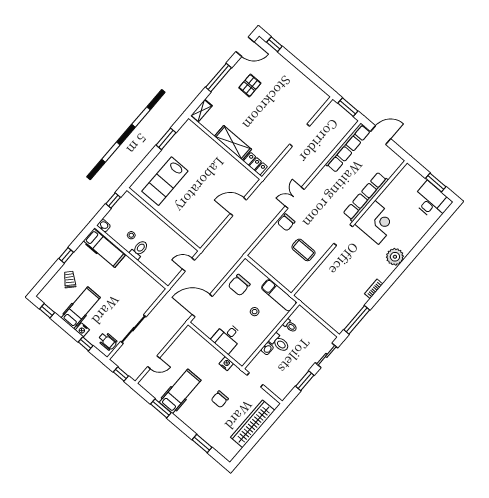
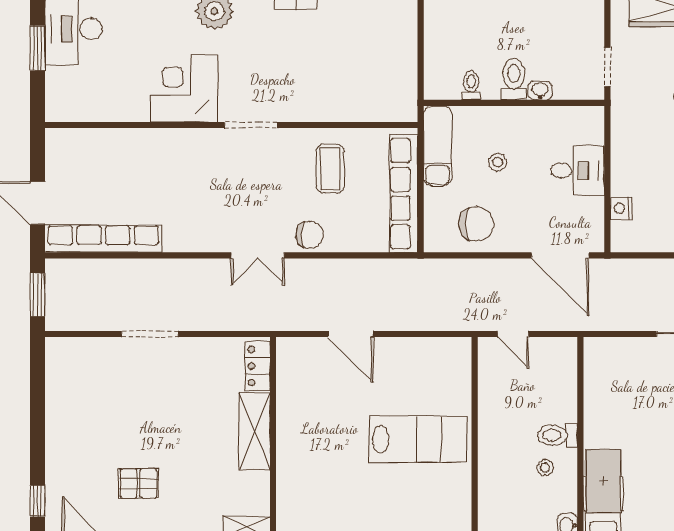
lab bench: (165, 181) -> (418, 439), moved
row of seats: (366, 197) -> (404, 194), moved, turned 90
nightstand: (226, 364) -> (621, 208), moved

